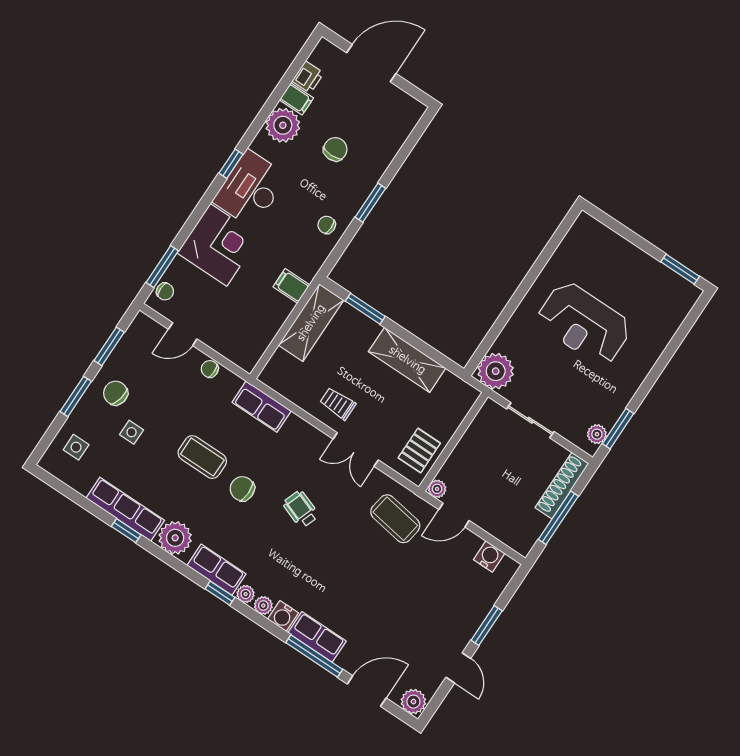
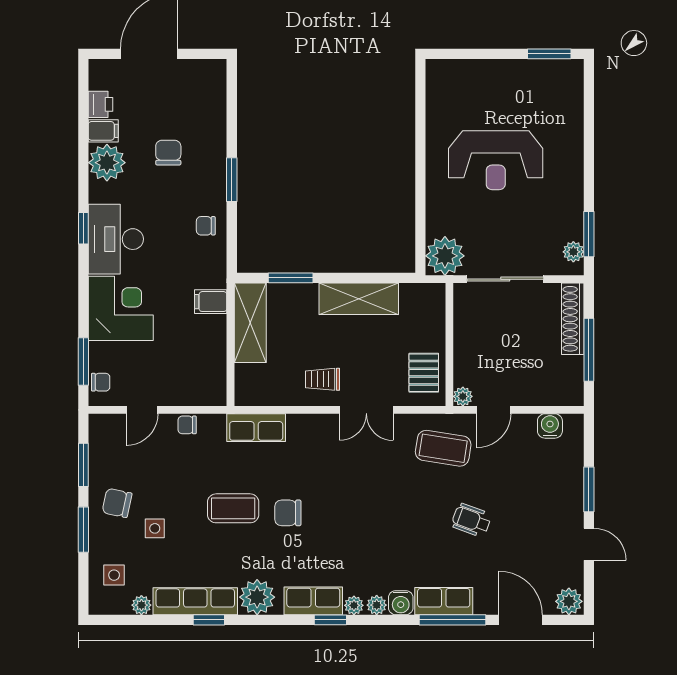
sliding door: (530, 420) -> (505, 279), width x1.37
plant: (82, 485) -> (141, 605), added
wheelchair: (301, 509) -> (471, 520), moved
door: (367, 691) -> (521, 620), hinge flipped

